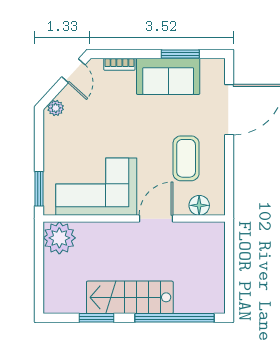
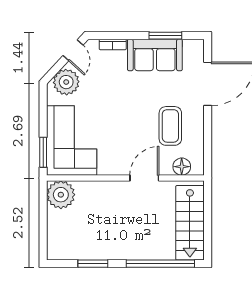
plant: (56, 108) -> (66, 82), width x1.87, depth x1.87
corner sofa: (96, 187) -> (72, 140), moved, turned 90
stairs: (130, 297) -> (190, 223), moved, turned -90

